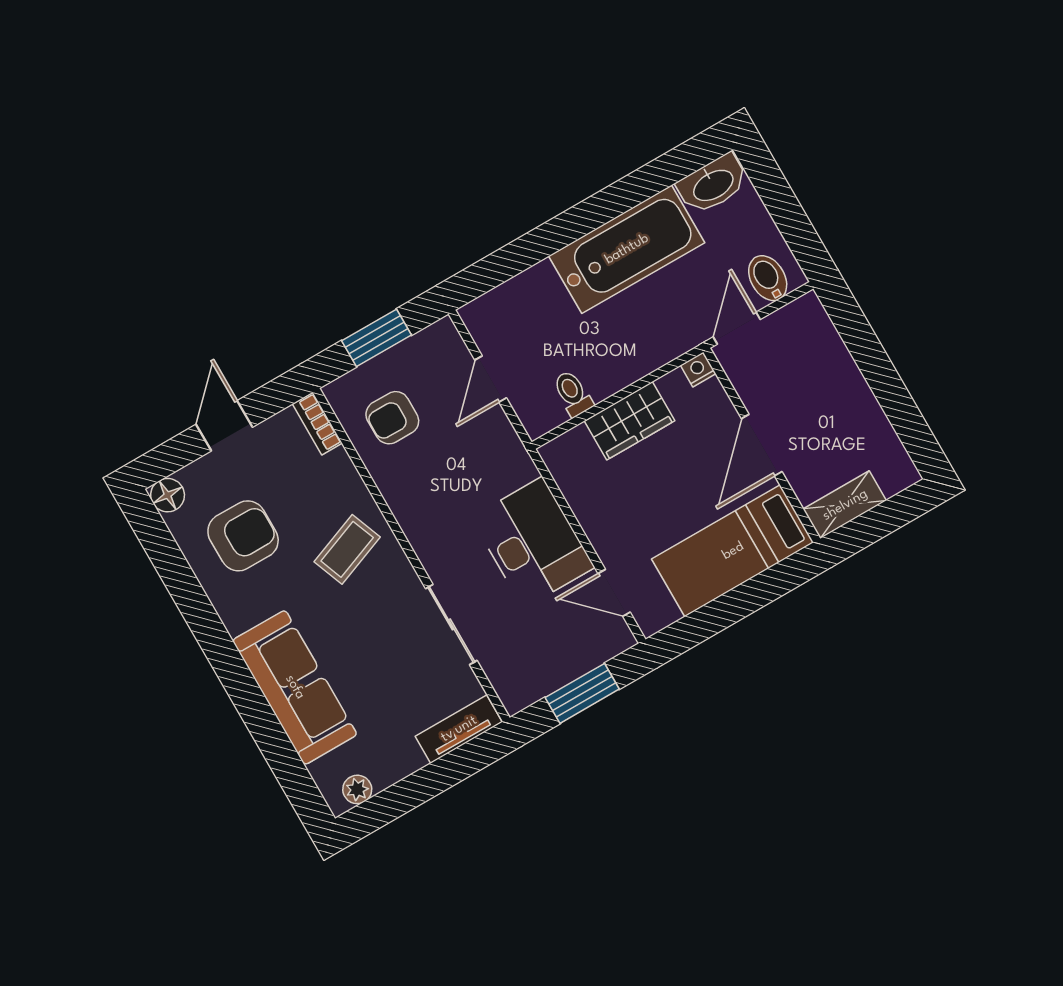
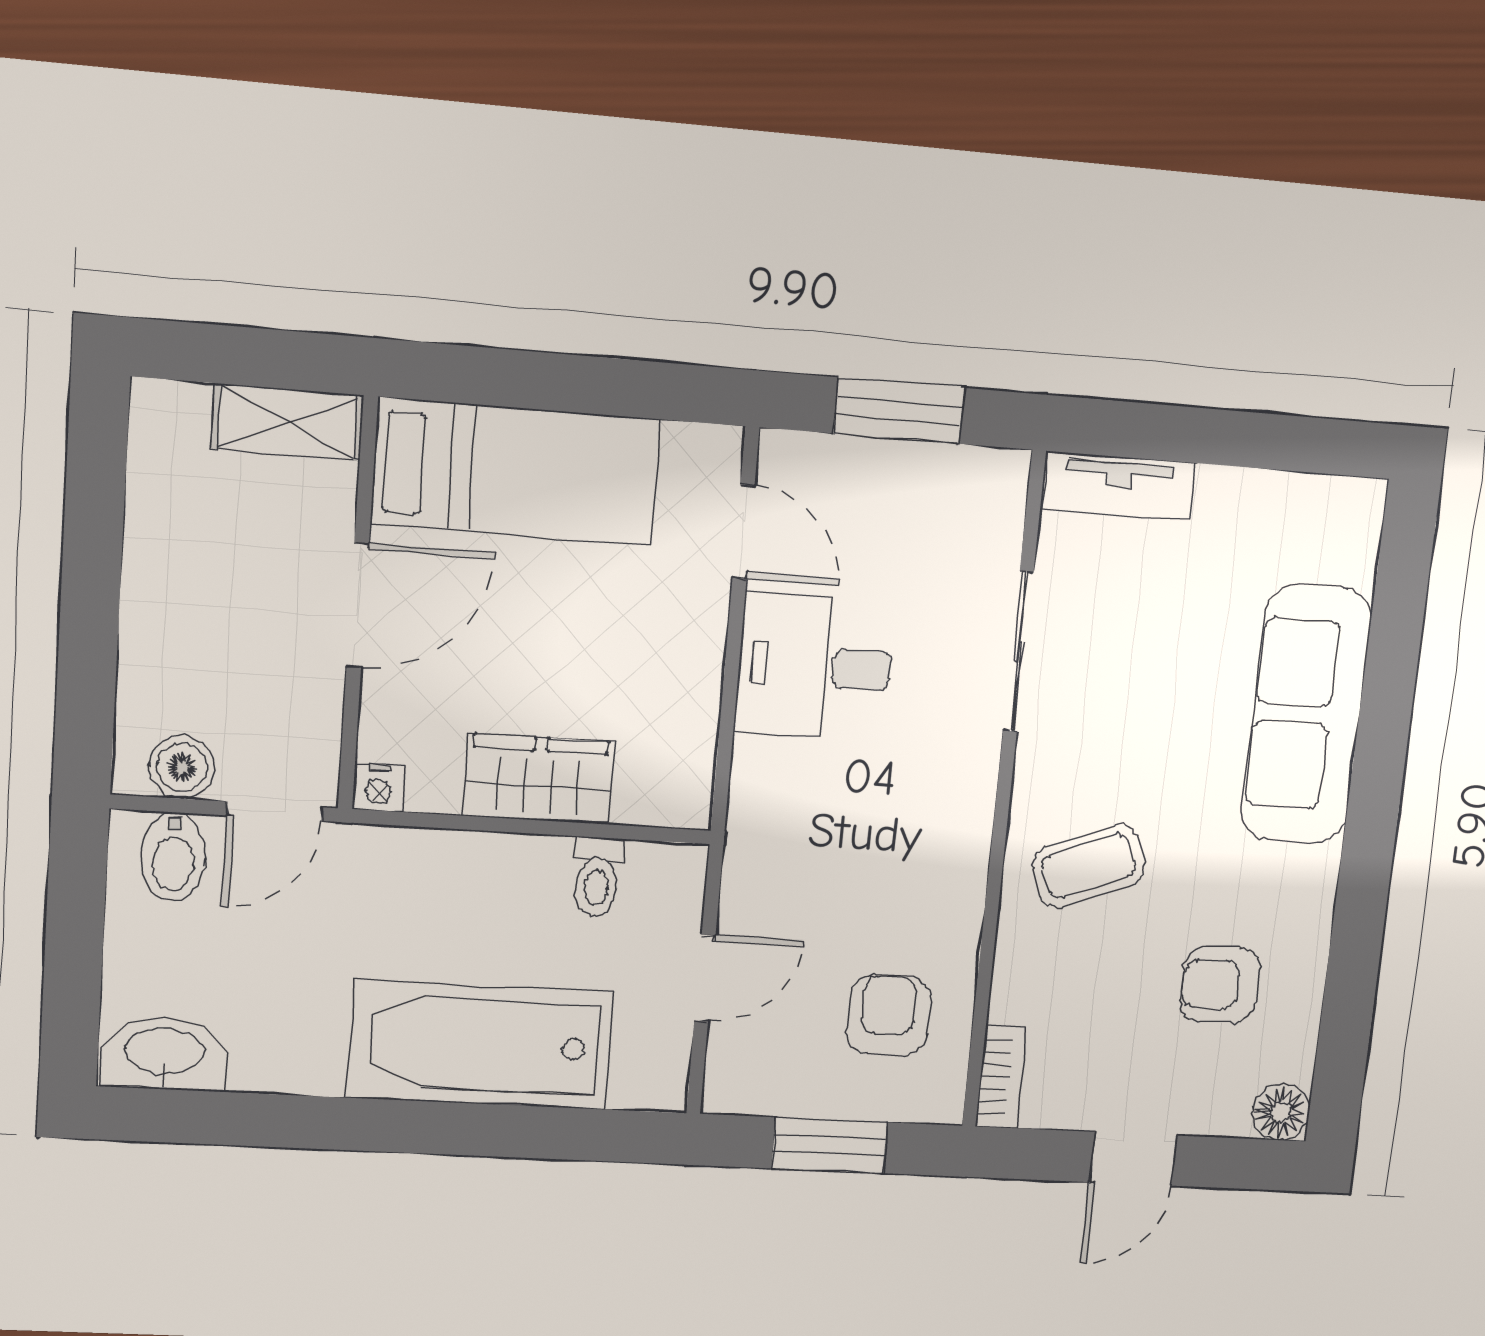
bathtub: (627, 249) -> (481, 1045), moved
boiler: (790, 321) -> (182, 767), added
armchair: (392, 418) -> (888, 1015), turned -90
armchair: (243, 536) -> (1220, 984), width x0.72, depth x0.72
desk: (533, 542) -> (815, 666), width x0.73
plant: (357, 789) -> (1327, 500), removed

